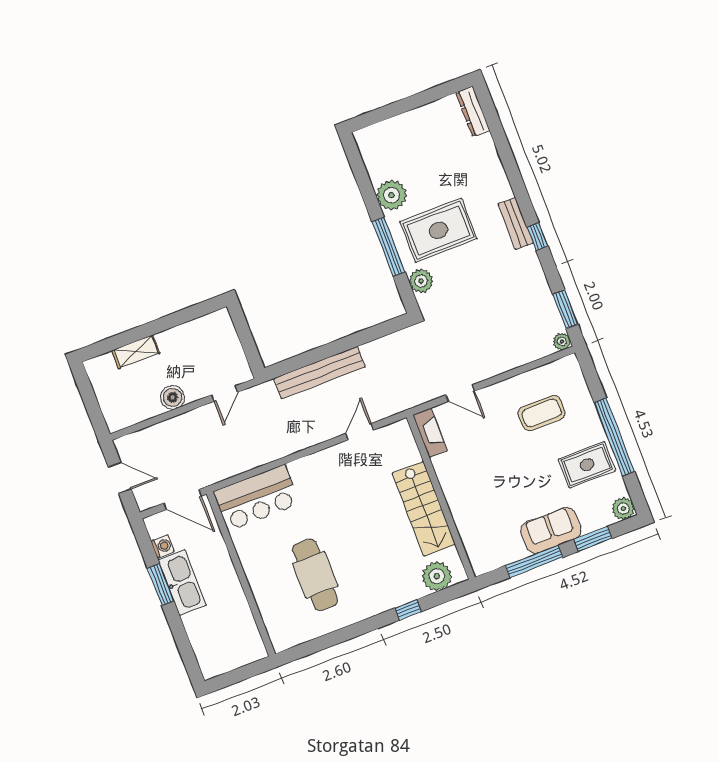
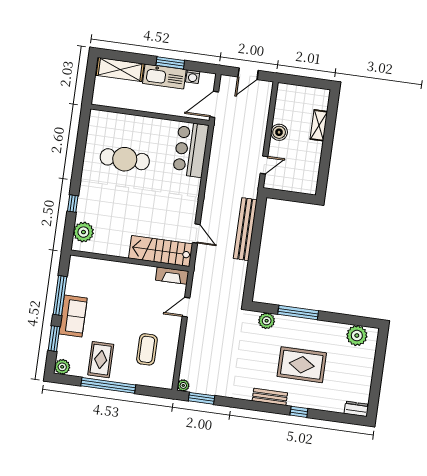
dresser: (473, 112) -> (356, 409), width x0.70
plant: (392, 195) -> (357, 336), moved
rug: (438, 230) -> (302, 365), moved, turned 90
window: (537, 237) -> (299, 412), moved
door: (225, 394) -> (264, 165), swing flipped
stairs: (424, 509) -> (161, 251), moved
shelving: (204, 644) -> (120, 70), added

